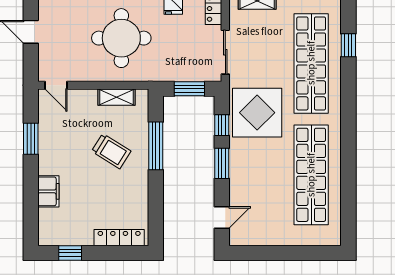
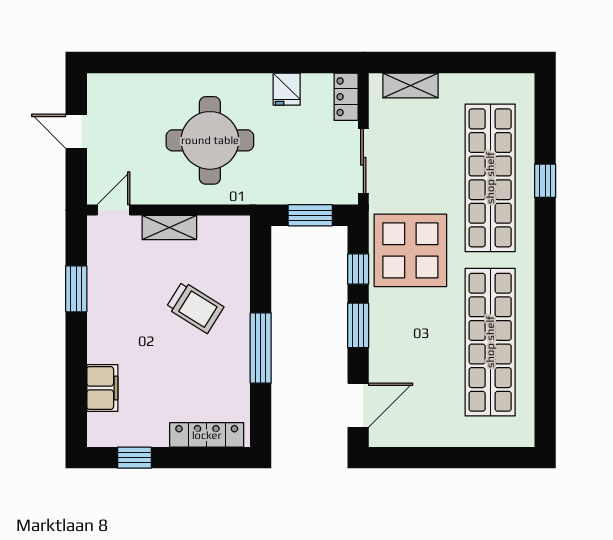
window: (348, 45) -> (545, 181), moved
door: (56, 85) -> (114, 210), swing flipped
shelving: (116, 97) -> (169, 227), moved
window: (156, 146) -> (261, 348), moved
filing cabinet: (48, 191) -> (102, 388), moved
door: (222, 217) -> (358, 405), width x1.38

